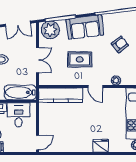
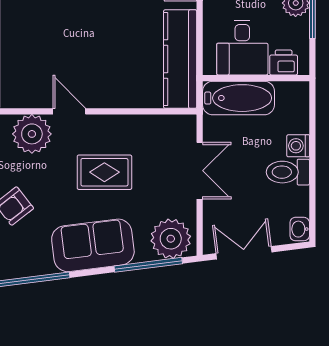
double door: (37, 60) -> (200, 171), swing flipped
plant: (116, 80) -> (32, 134), width x1.88, depth x1.88
kitchen counter: (61, 95) -> (180, 59), moved, turned -90

